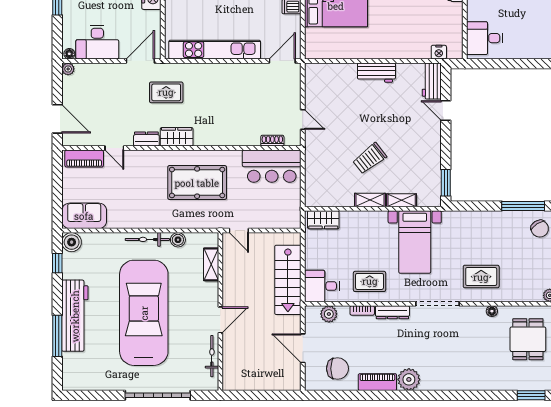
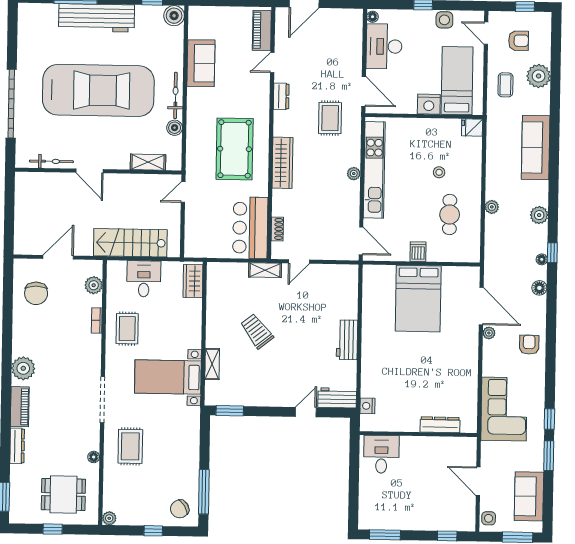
plant: (68, 69) -> (354, 174), moved
wardrobe: (177, 137) -> (282, 163), moved, width x1.50
shelving: (370, 200) -> (265, 270), moved, turned 90
sofa: (84, 216) -> (201, 63), moved
desk: (322, 286) -> (144, 279), moved
dresser: (392, 312) -> (17, 446), moved, turned 180
piano: (377, 382) -> (20, 407), moved

